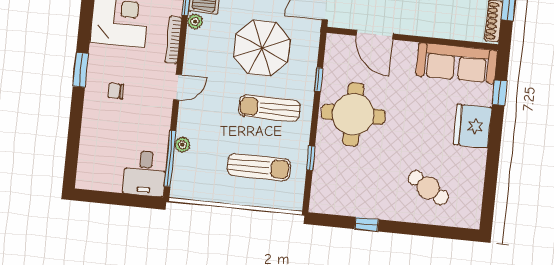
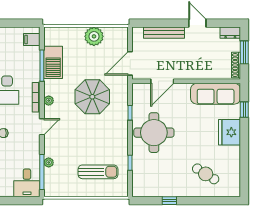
plant: (195, 21) -> (49, 101), moved
door: (375, 35) -> (162, 81), hinge flipped
sun lounger: (269, 108) -> (101, 134), removed

